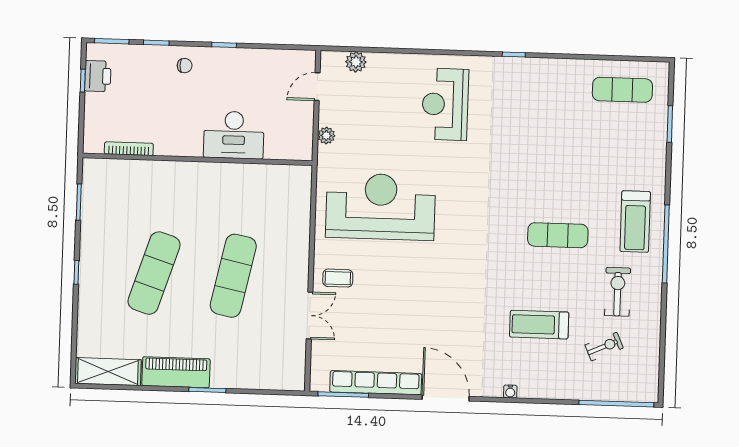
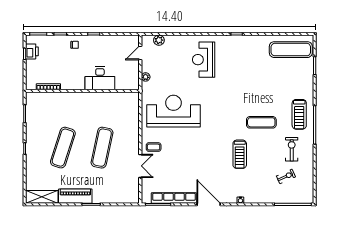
exercise mat: (622, 90) -> (291, 50), width x1.36, depth x1.45
treadmill: (539, 325) -> (240, 154), moved, turned -90

